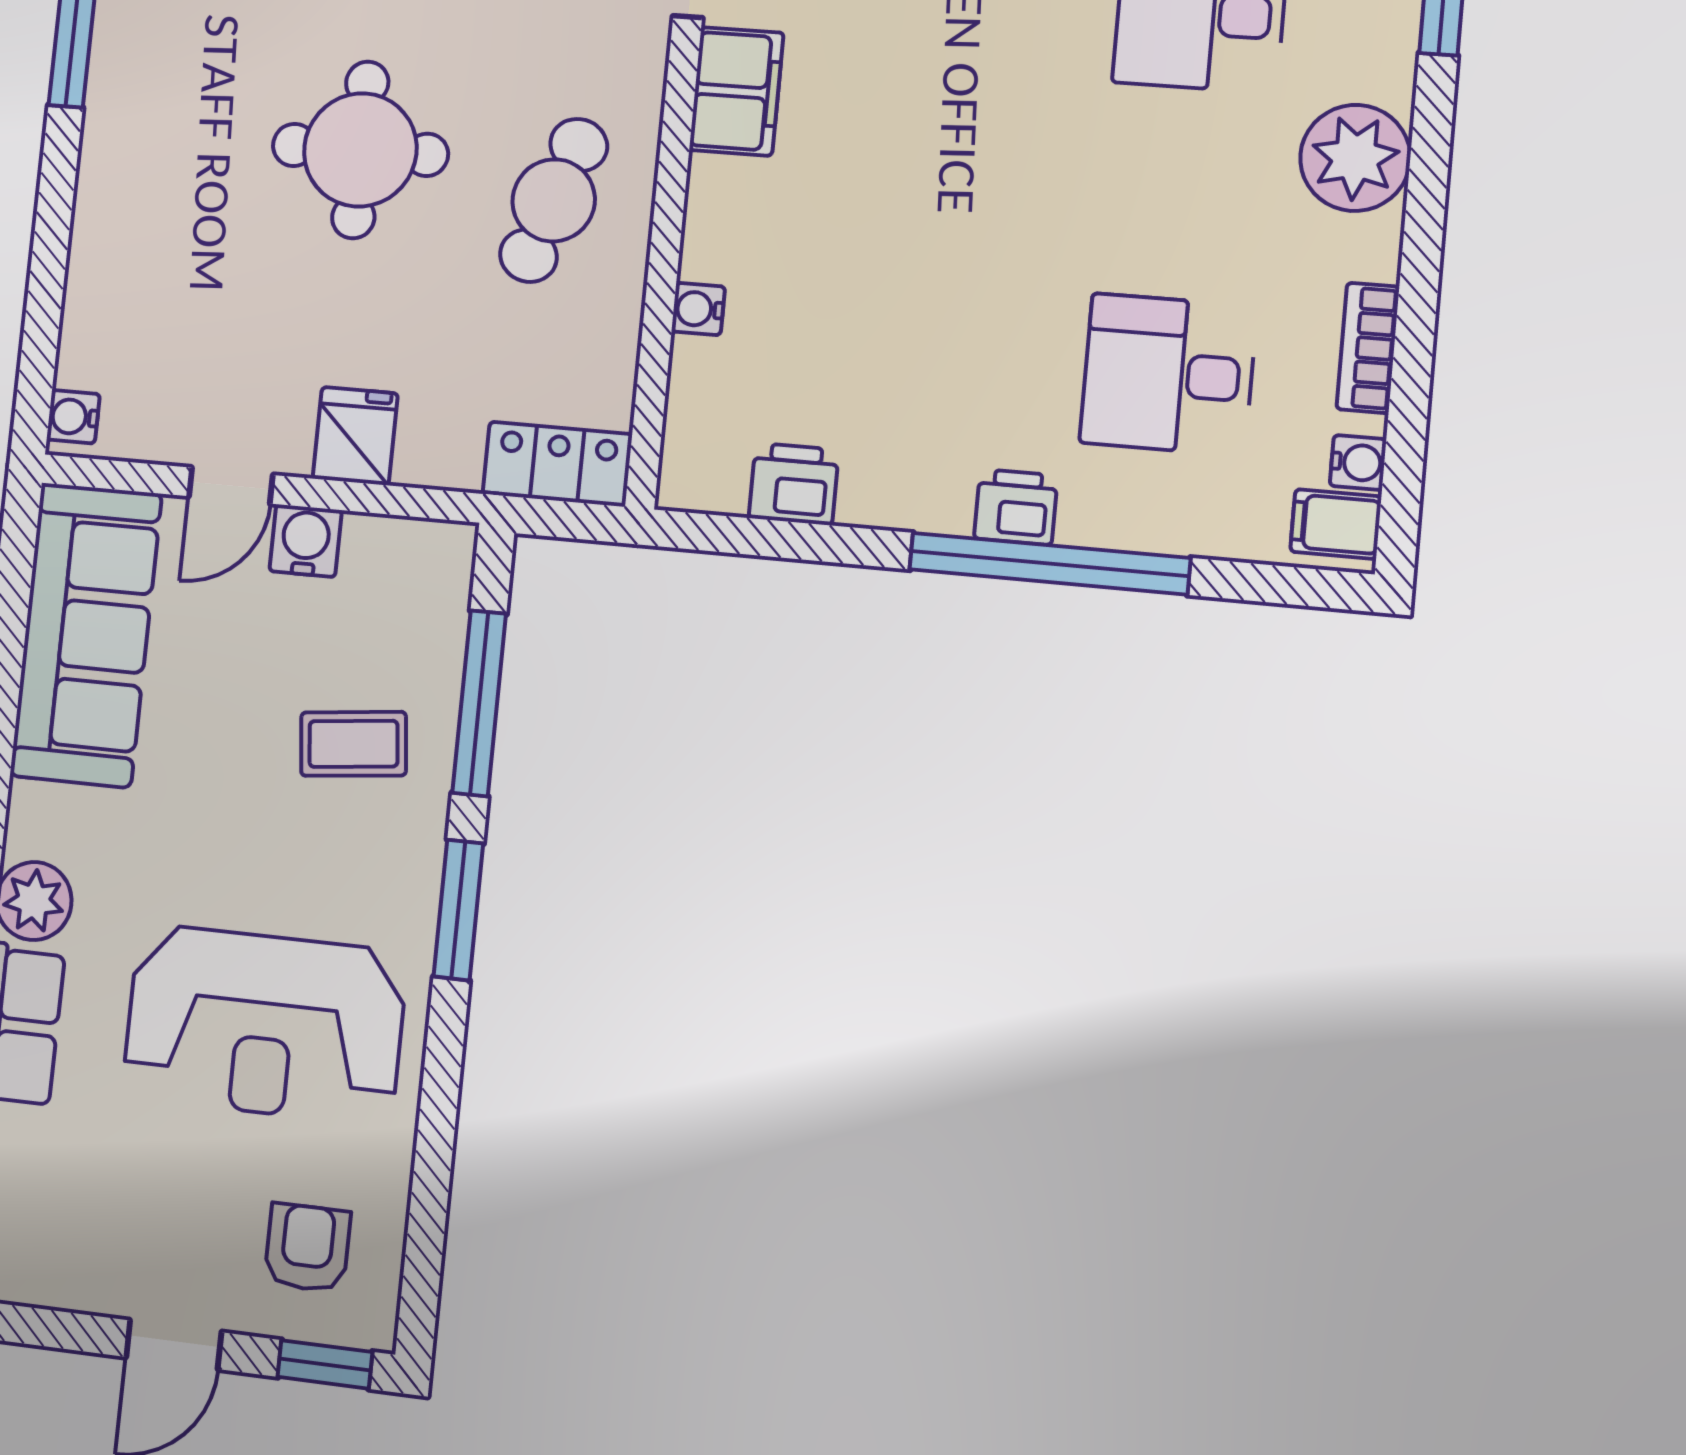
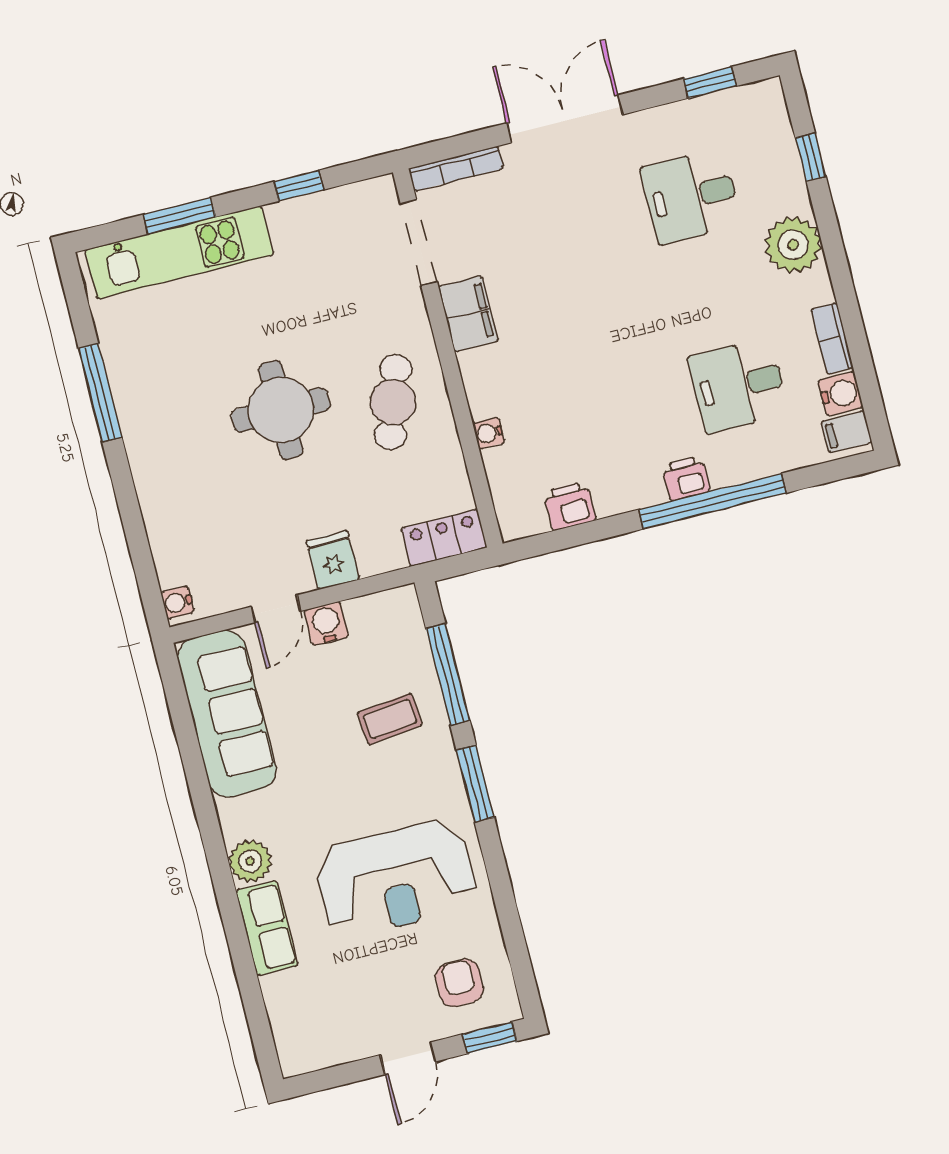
water cooler: (1358, 463) -> (841, 394), width x1.38, depth x1.38

